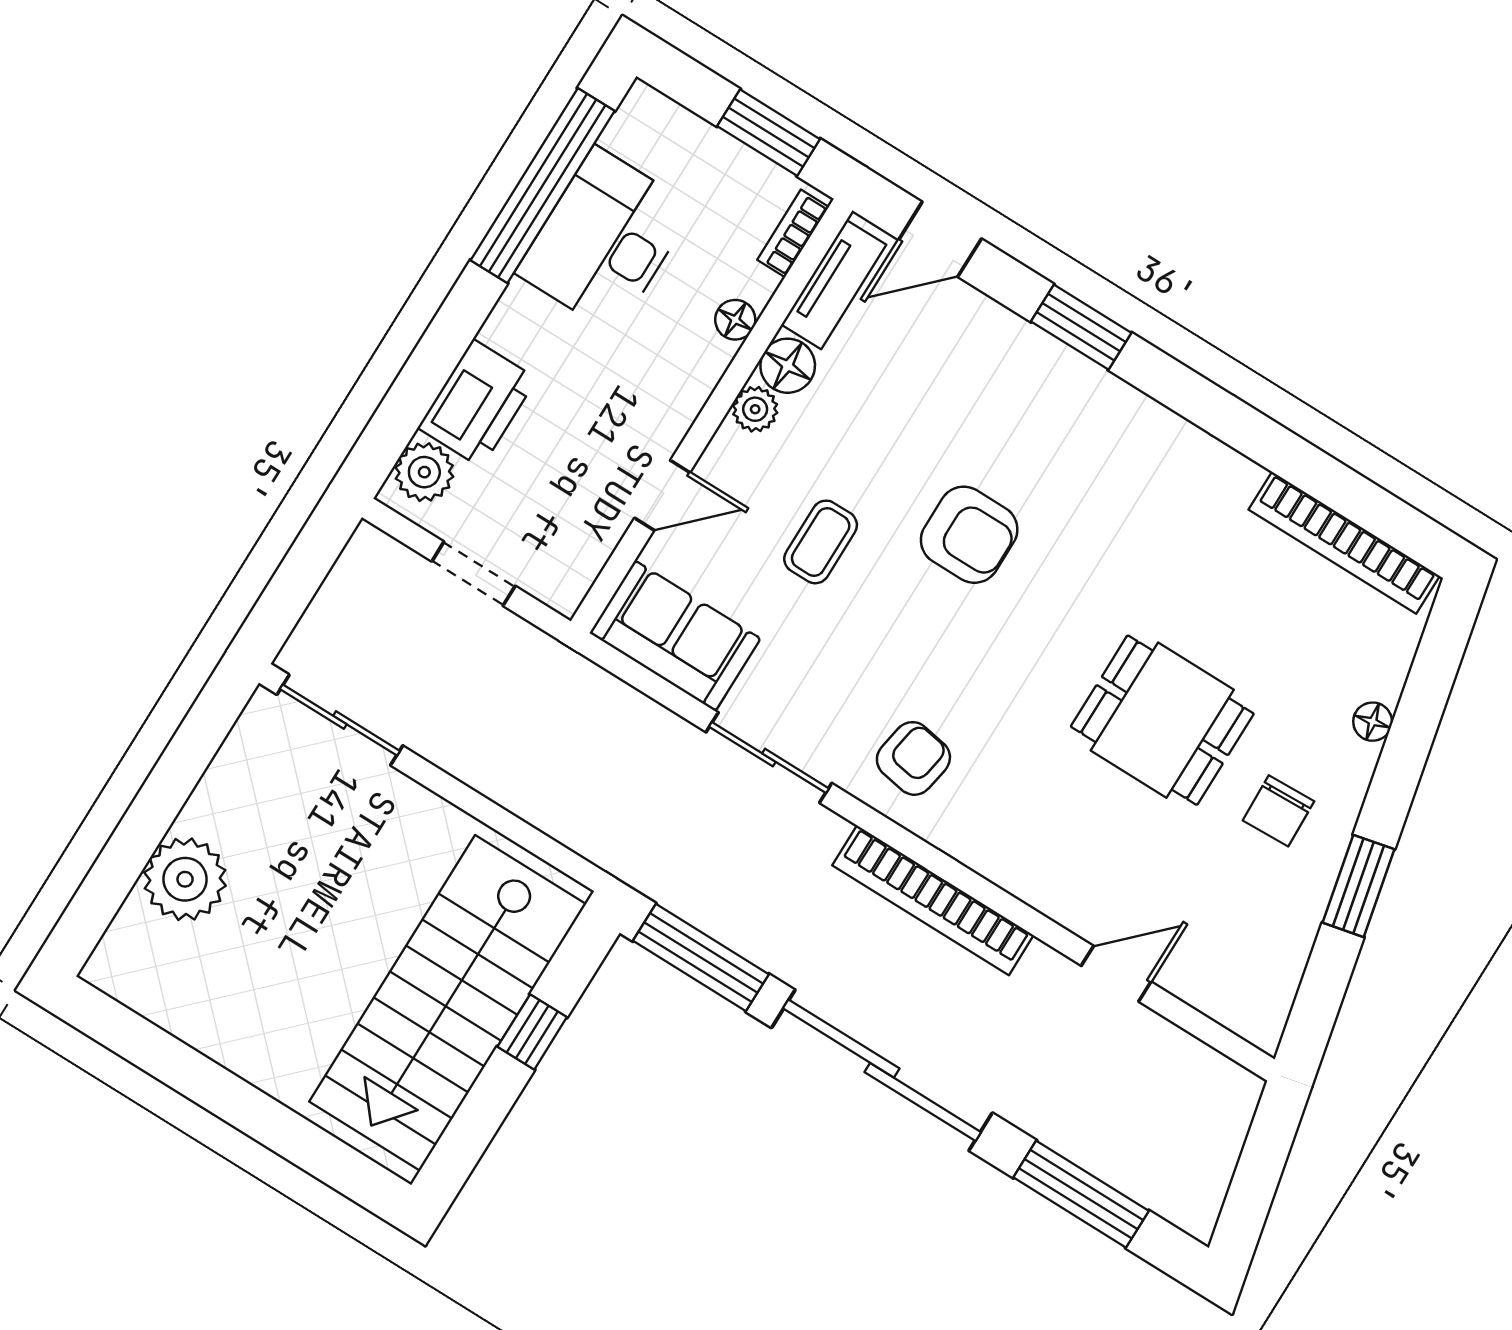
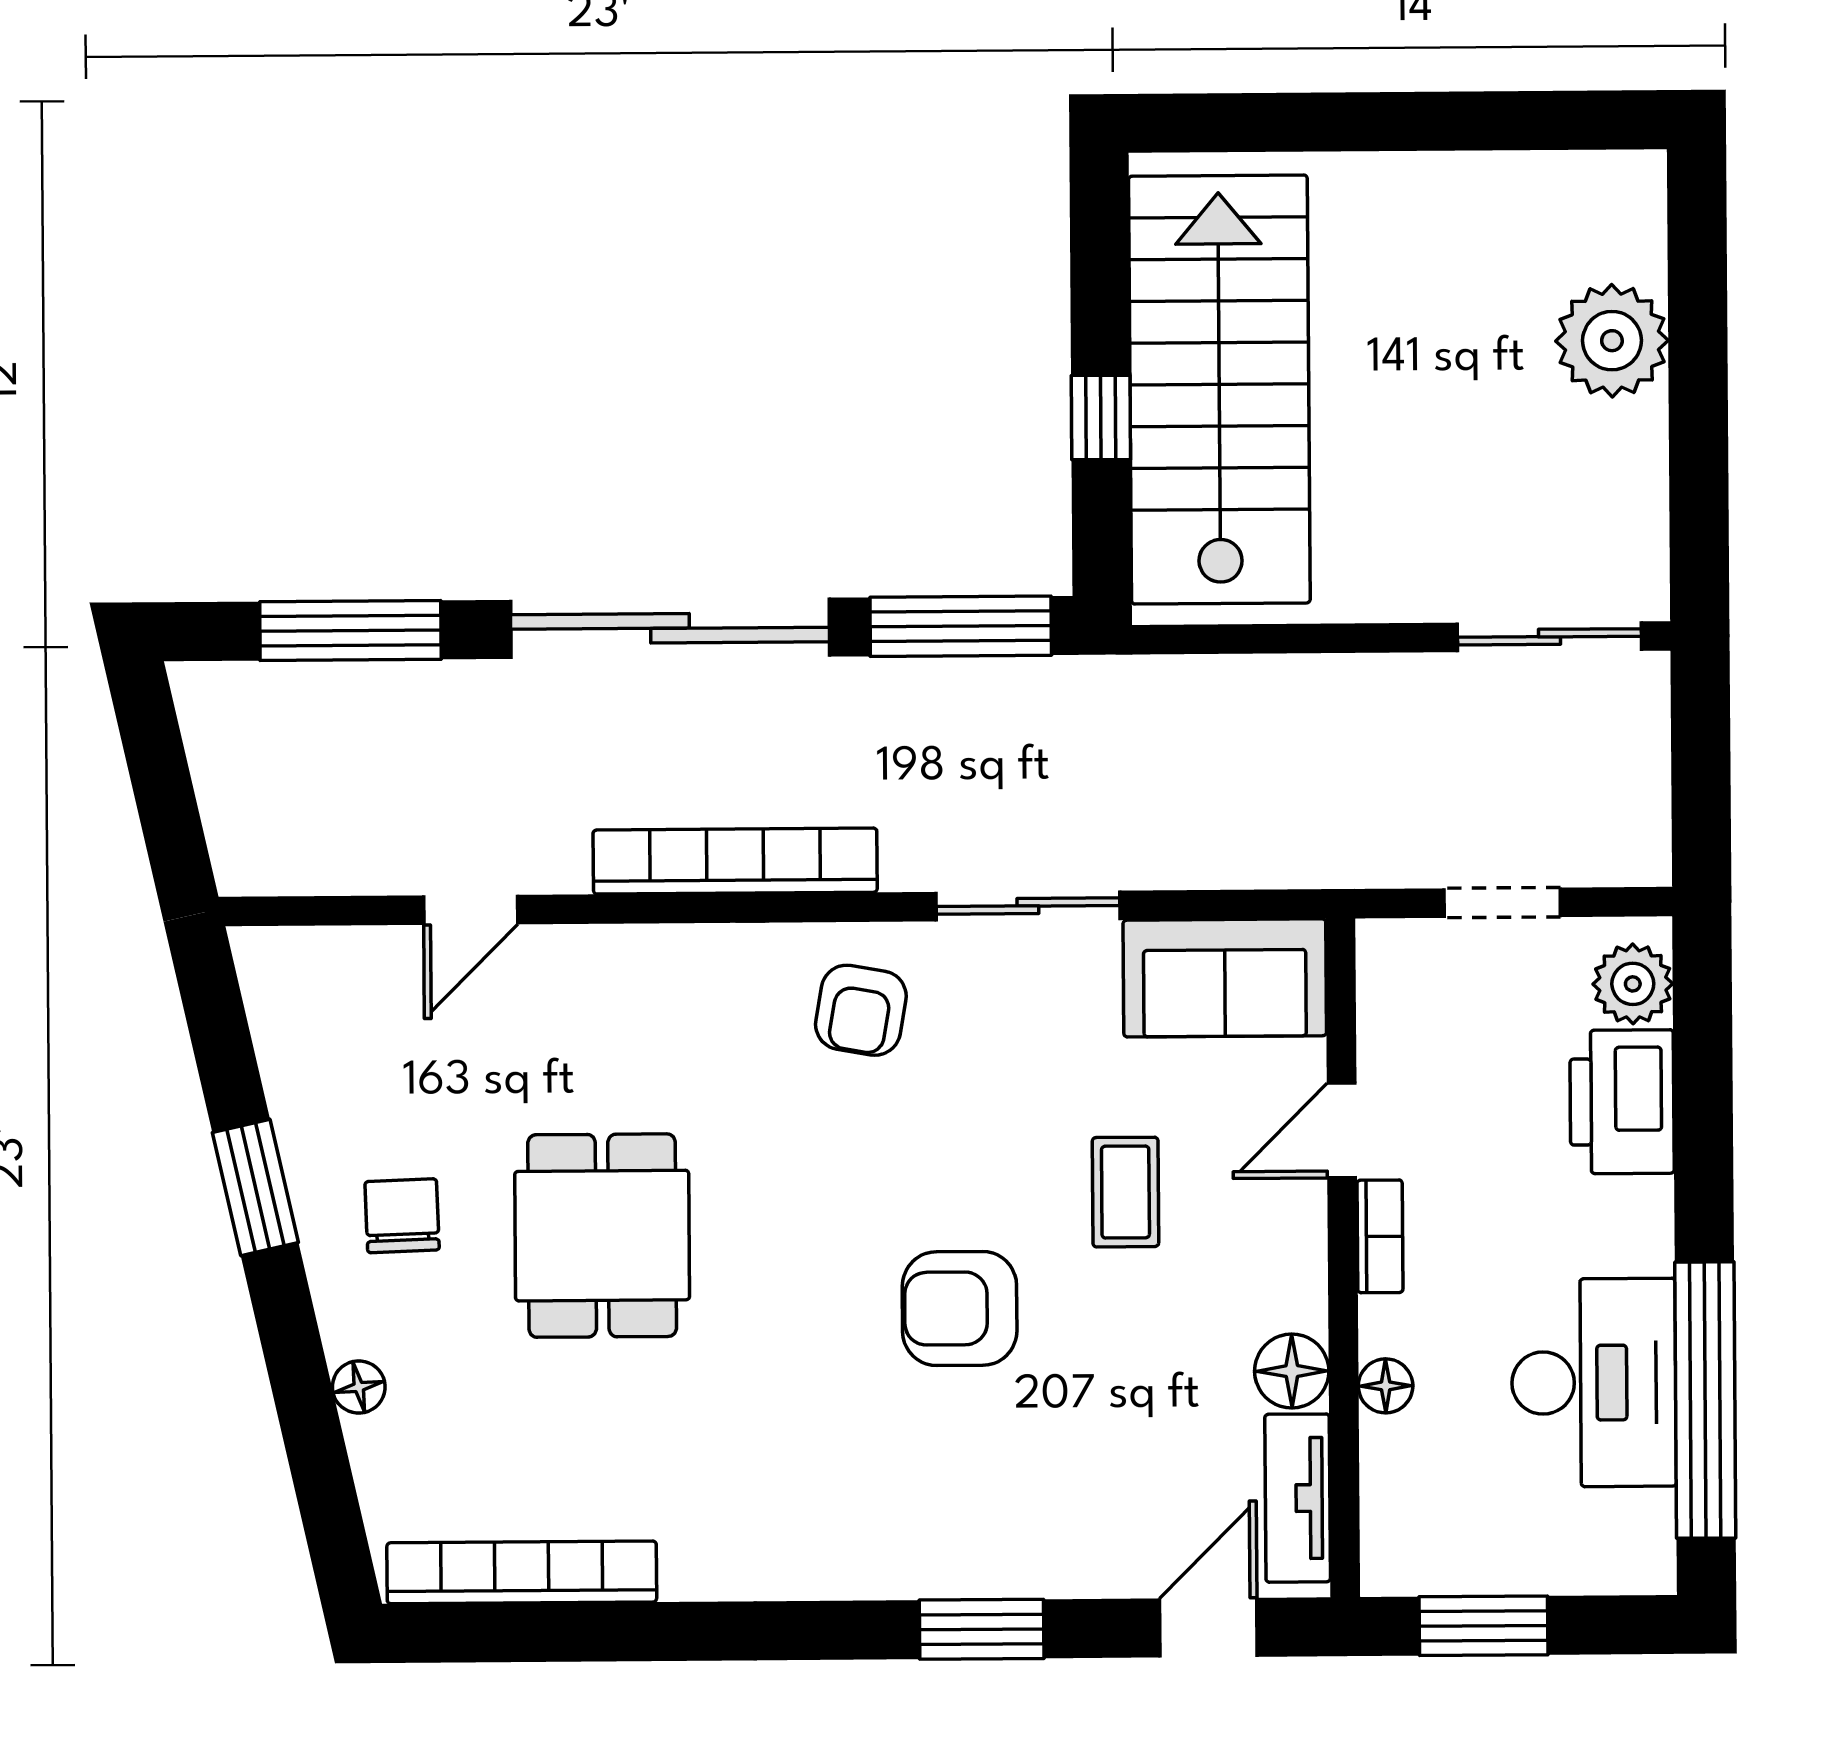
bookcase: (793, 233) -> (1380, 1236), moved
plant: (755, 409) -> (1297, 1297), removed
dining table: (1162, 720) -> (602, 1236), turned 90

